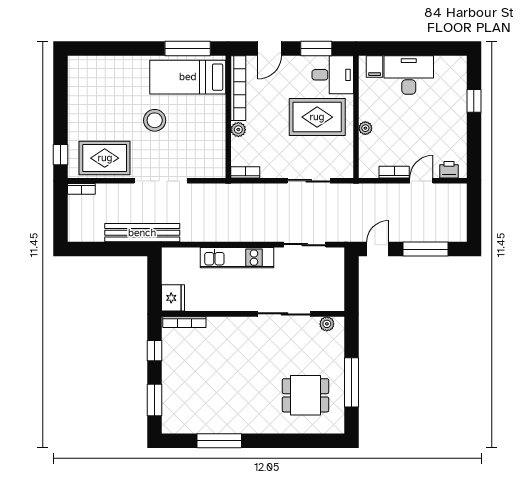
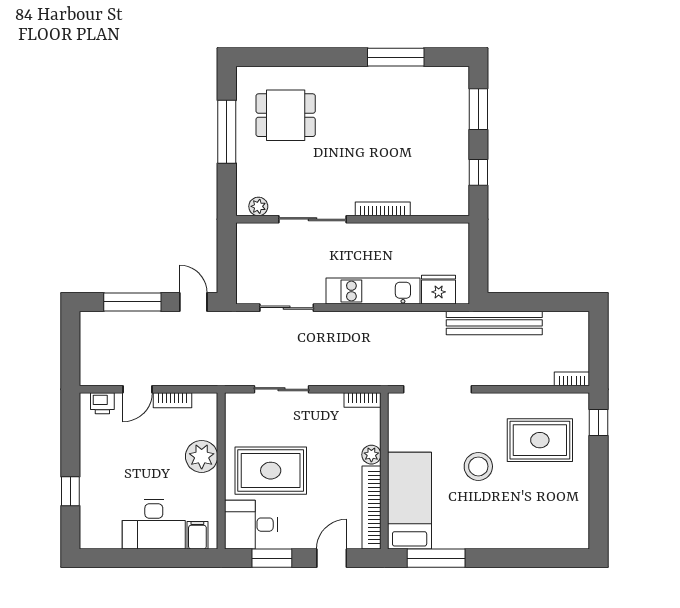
bed: (188, 77) -> (410, 501), moved, turned -90
plant: (365, 128) -> (202, 456), width x1.87, depth x1.87
rug: (105, 158) -> (540, 440), moved
doorway: (161, 181) -> (438, 389), moved
door: (378, 249) -> (193, 302), swing flipped
fridge: (173, 298) -> (439, 290), moved, turned 90
bookcase: (184, 322) -> (383, 209), moved

